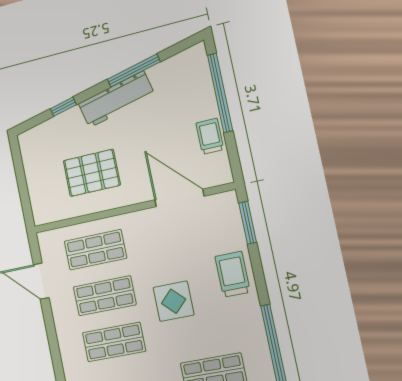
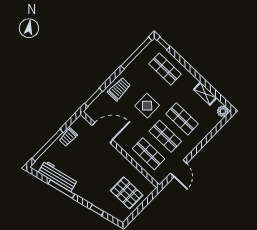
workbench: (116, 99) -> (58, 176), moved
pallet: (92, 173) -> (127, 193), moved
door: (179, 198) -> (102, 133), swing flipped
trolley: (233, 274) -> (119, 89), turned 180

